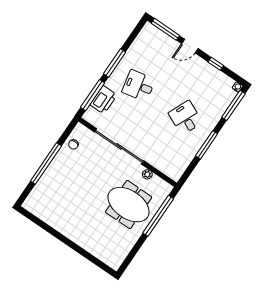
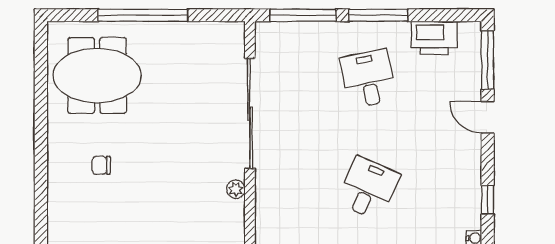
window: (216, 64) -> (488, 200), moved
printer: (104, 100) -> (434, 38), moved
chair: (73, 144) -> (101, 165), moved
meeting table: (129, 205) -> (97, 75), moved, turned 90

